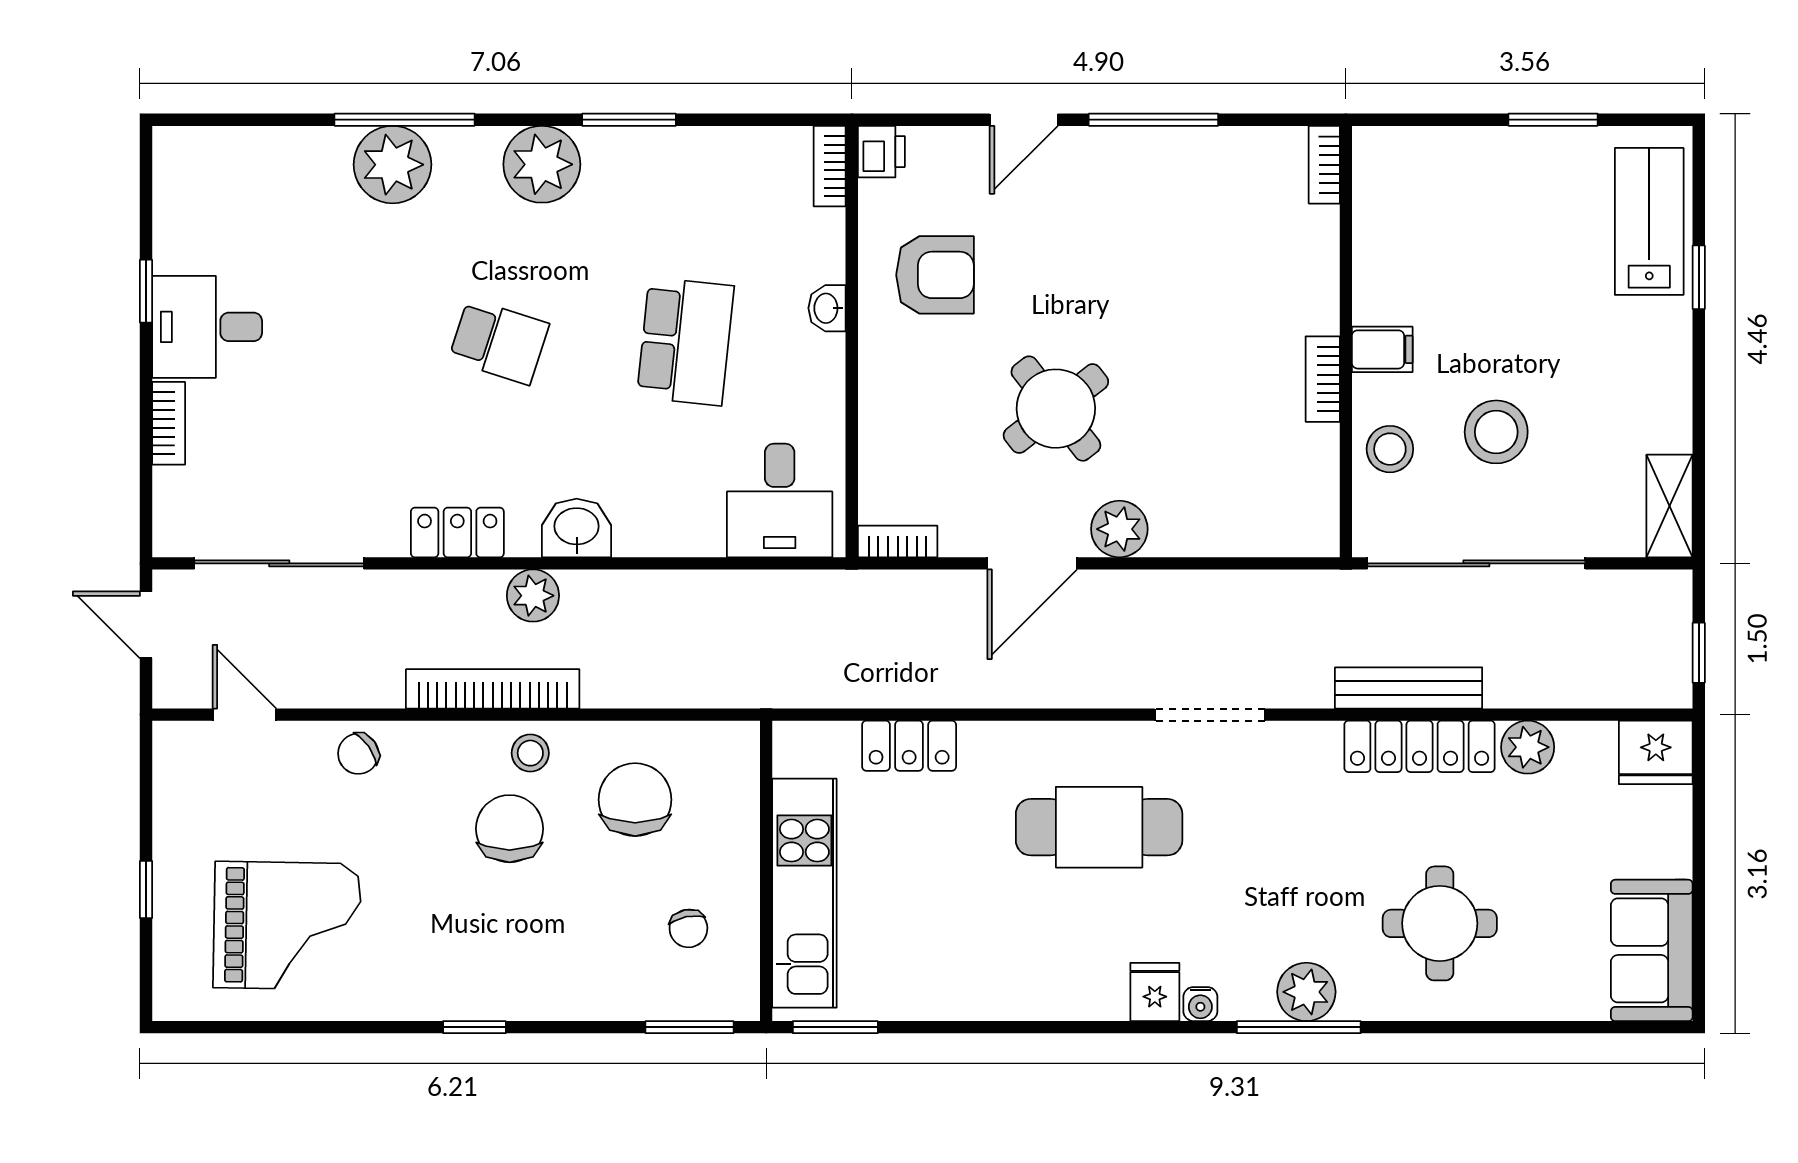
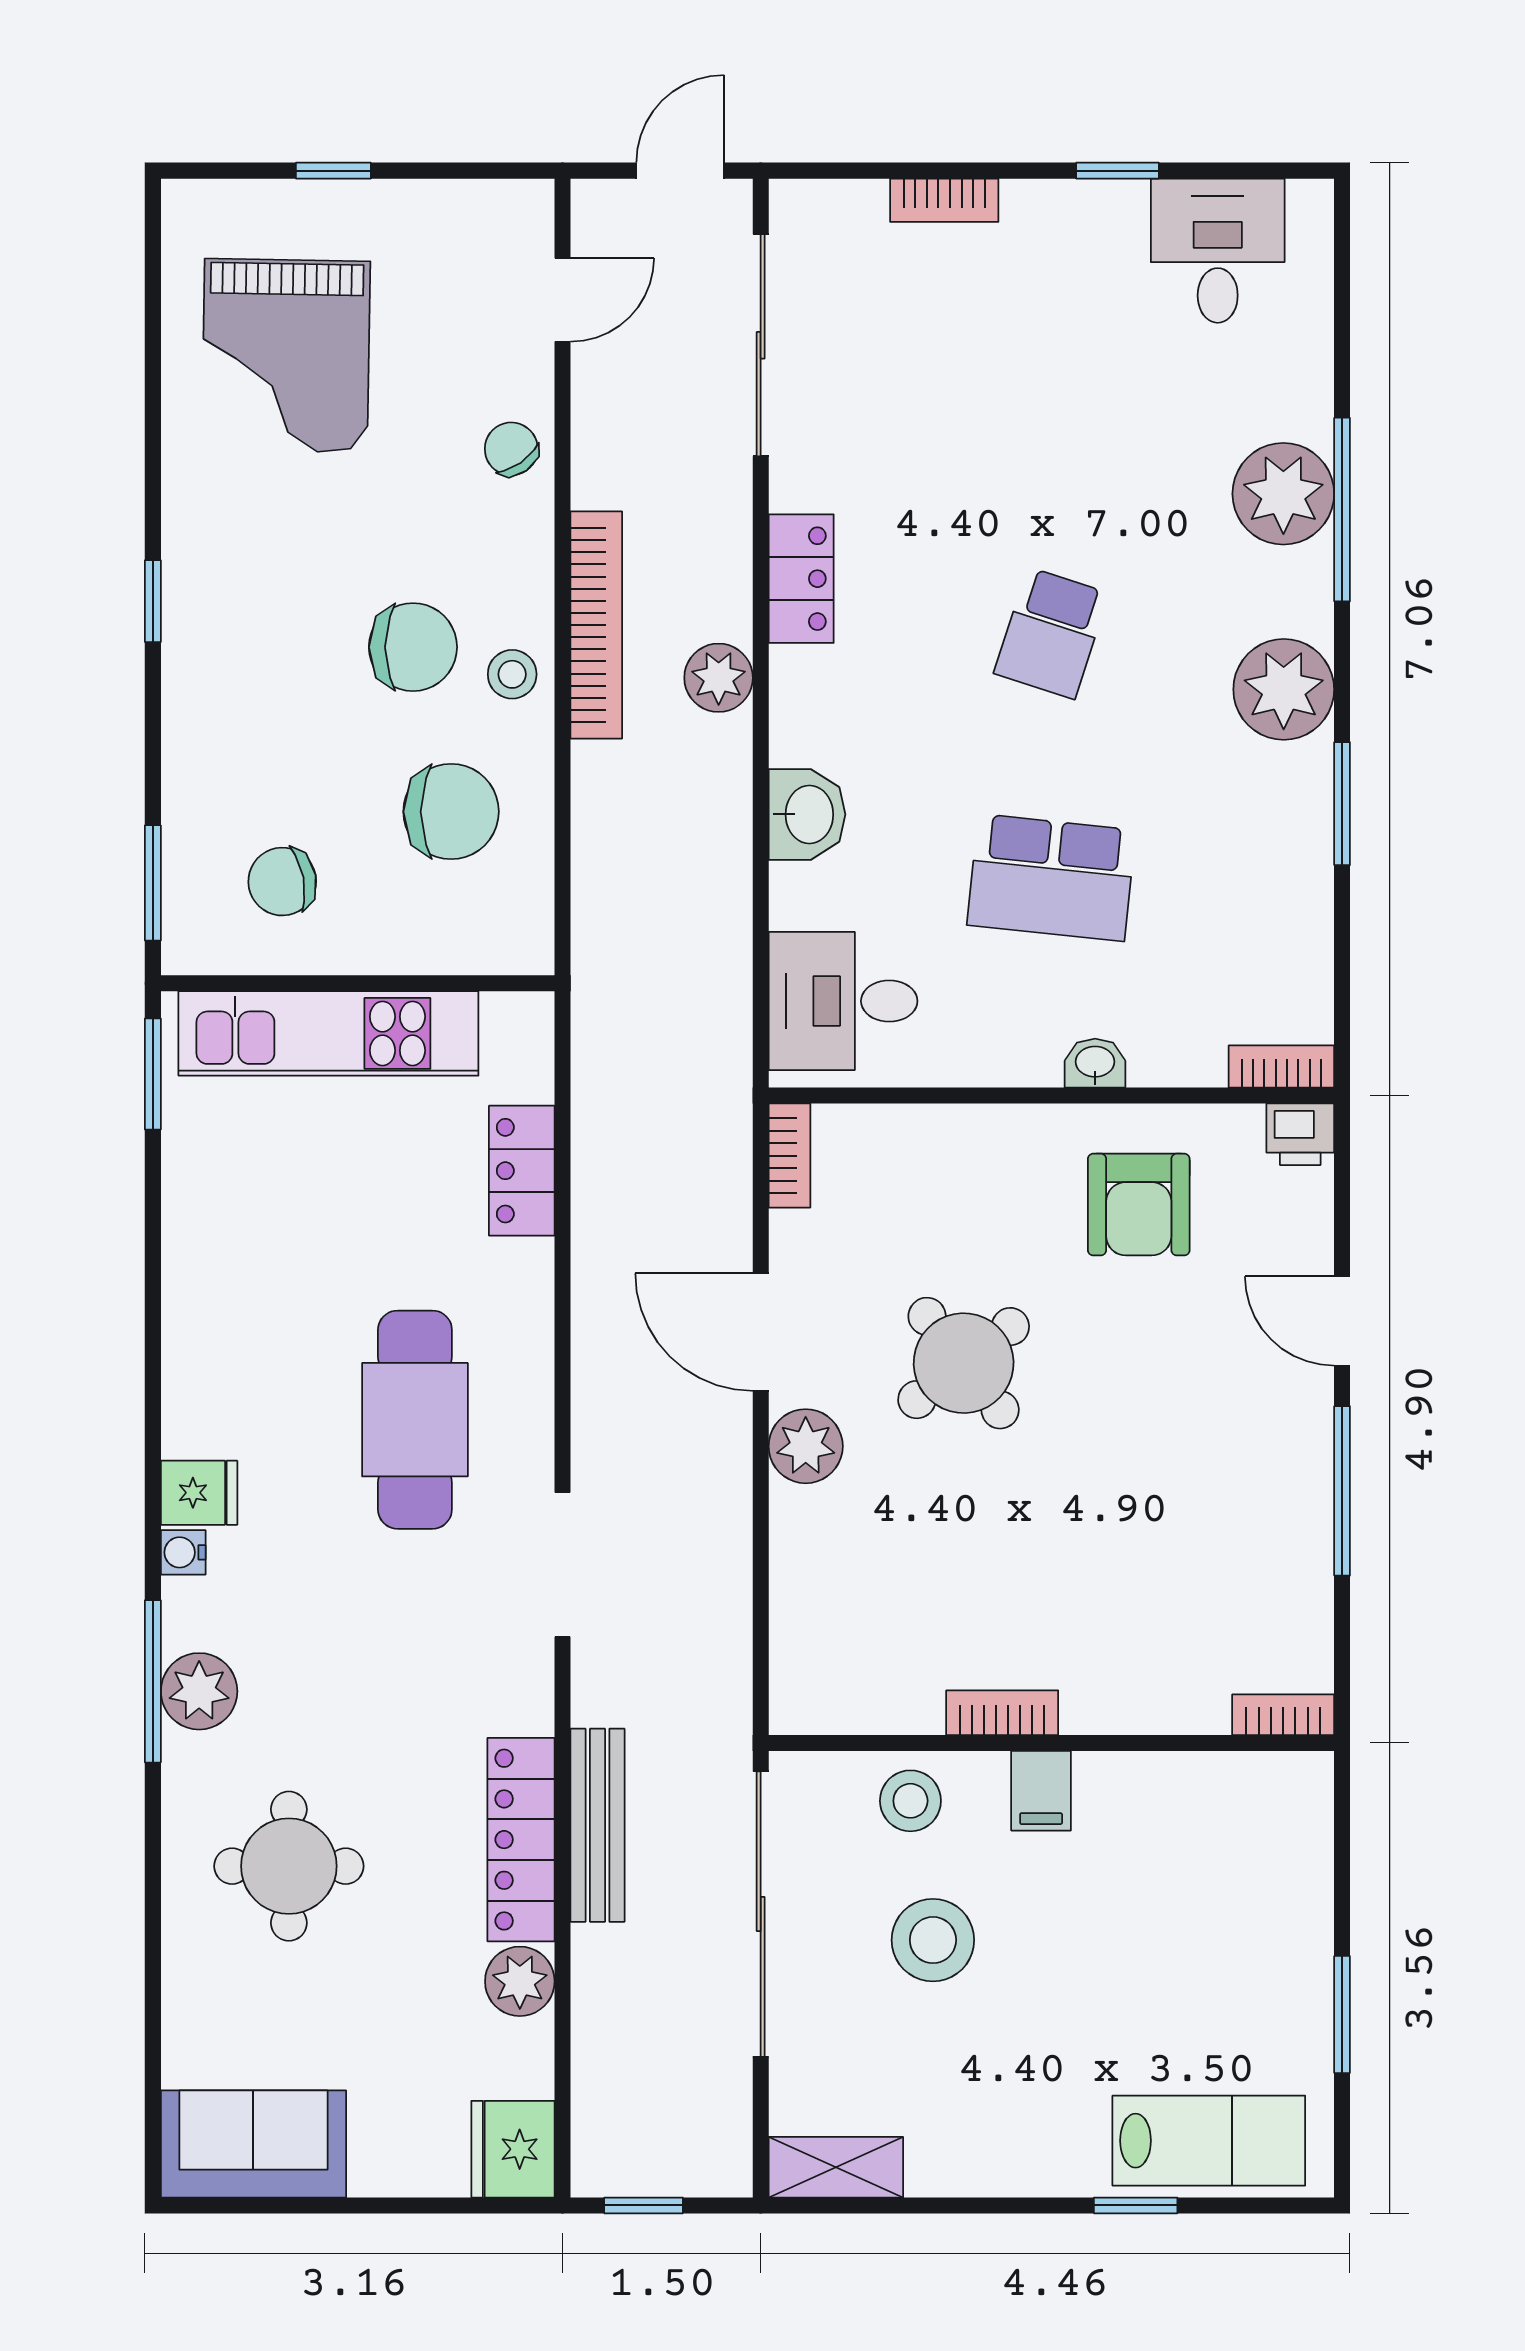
desk: (207, 327) -> (1218, 251), moved
washbasin: (577, 528) -> (807, 814), moved
chair: (688, 928) -> (282, 882), width x1.37, depth x1.37

